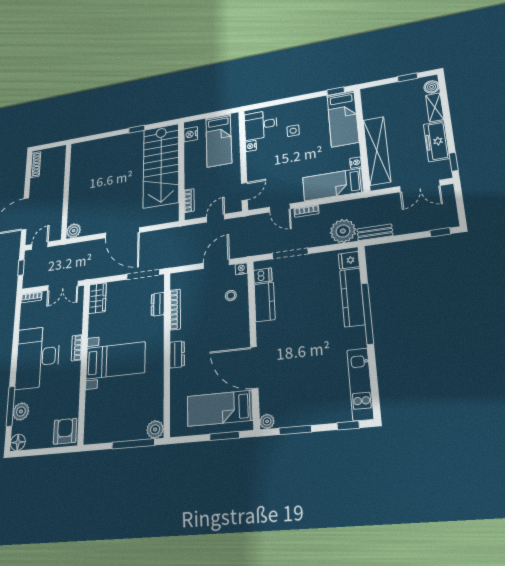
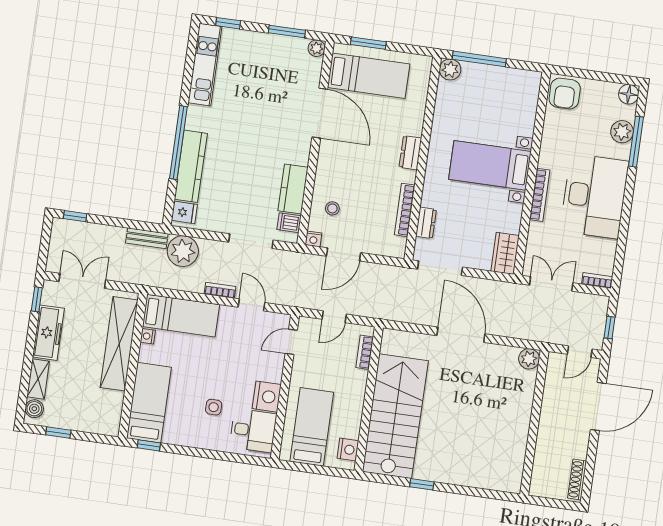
nightstand: (251, 146) -> (267, 397), width x1.89, depth x1.79
bookcase: (77, 348) -> (540, 195), width x1.56

